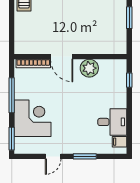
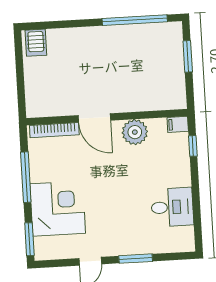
filing cabinet: (120, 142) -> (178, 124), moved

